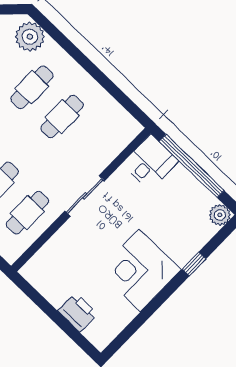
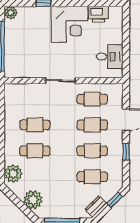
desk: (150, 163) -> (110, 57), moved, turned 180
printer: (78, 313) -> (98, 14), moved, turned -90

